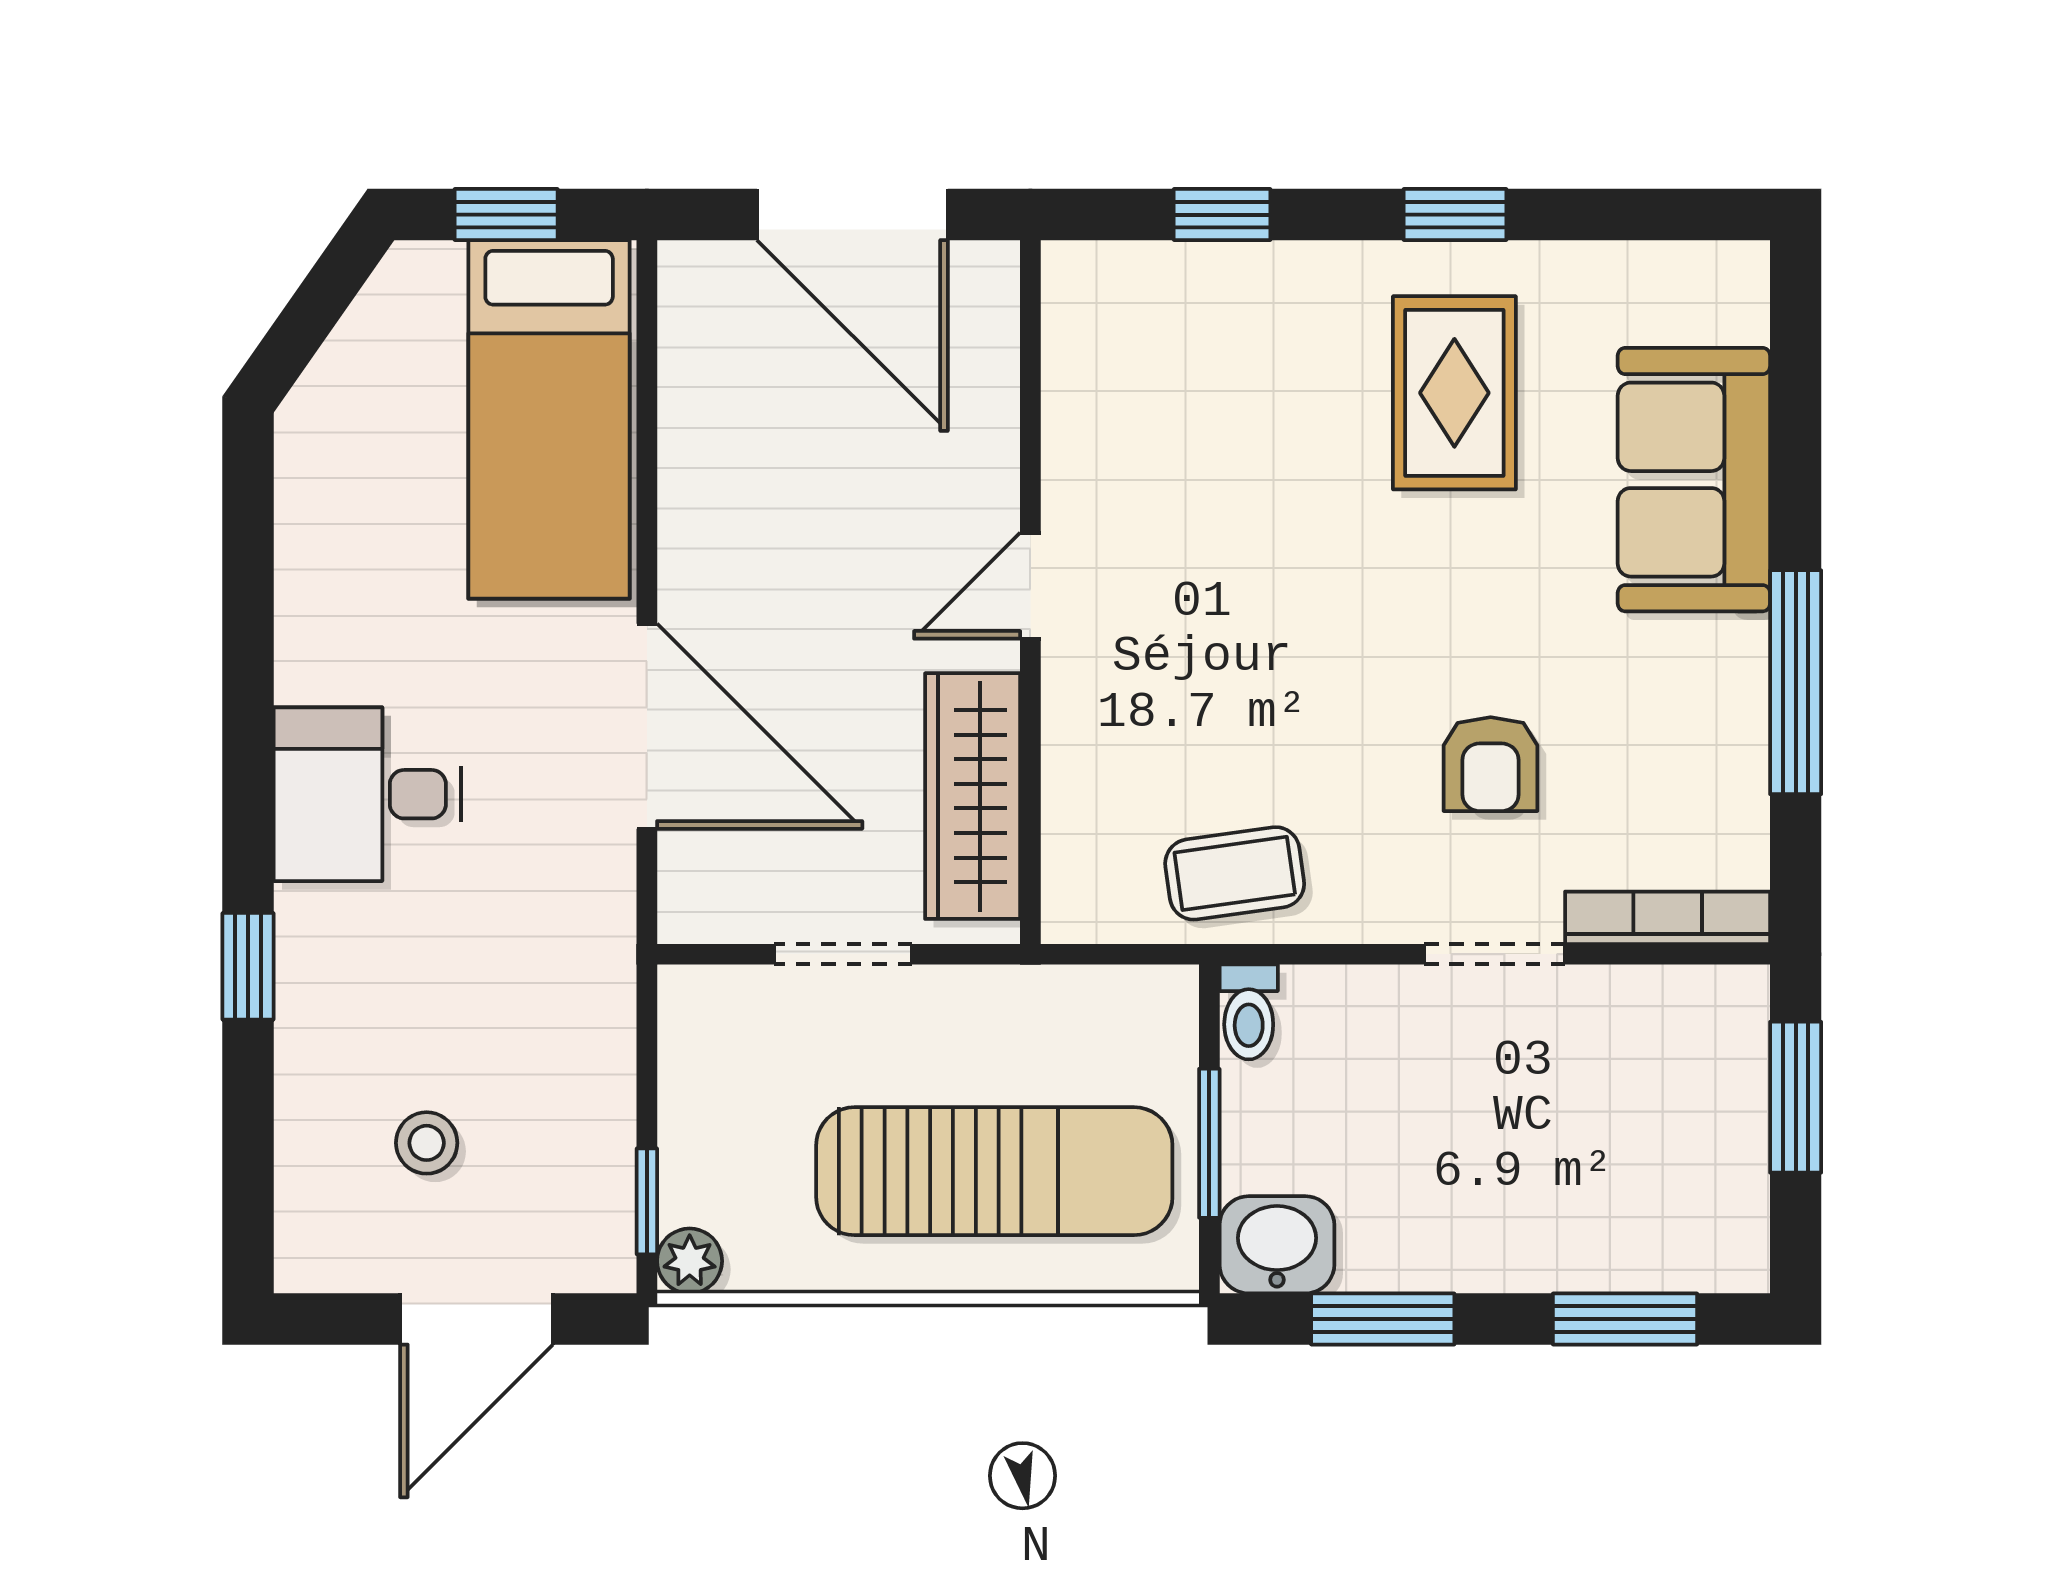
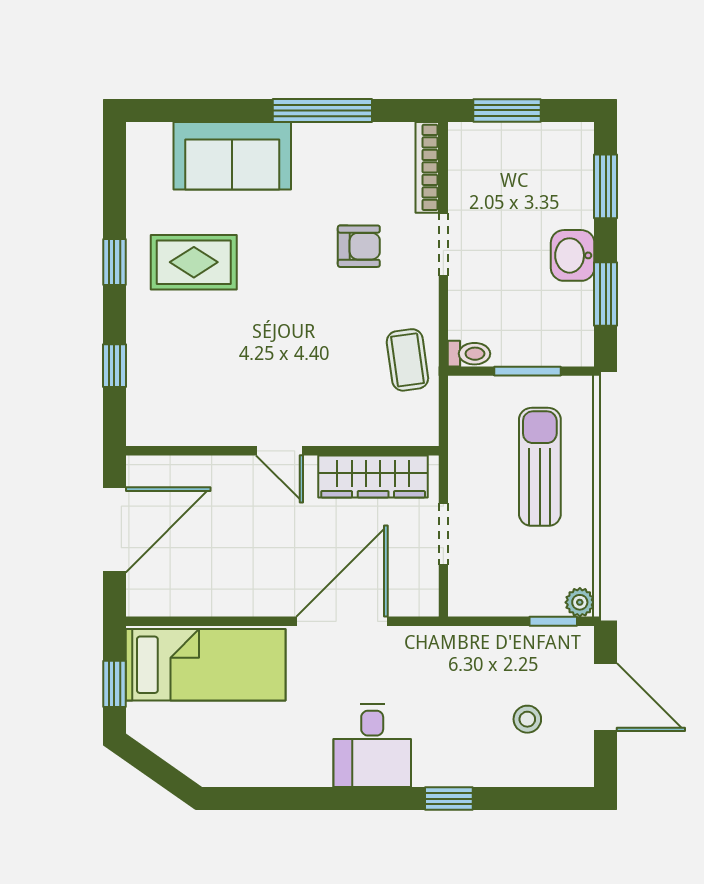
sun lounger: (994, 1171) -> (540, 467), width x0.73, depth x0.75
washbasin: (1277, 1245) -> (573, 255), moved

